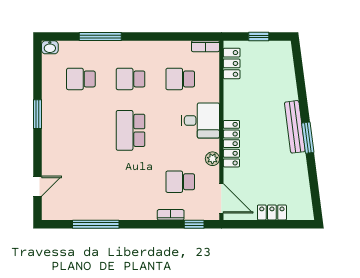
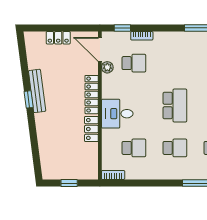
locker: (232, 63) -> (91, 129), moved
bench: (295, 127) -> (37, 91), moved
window: (308, 138) -> (29, 99), width x0.67
plant: (212, 159) -> (107, 67), moved

